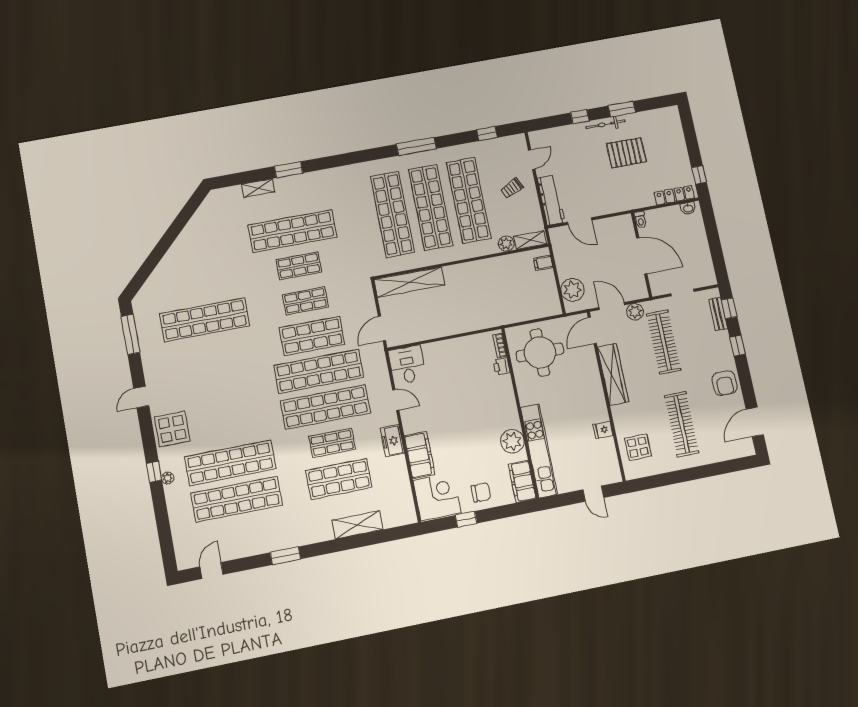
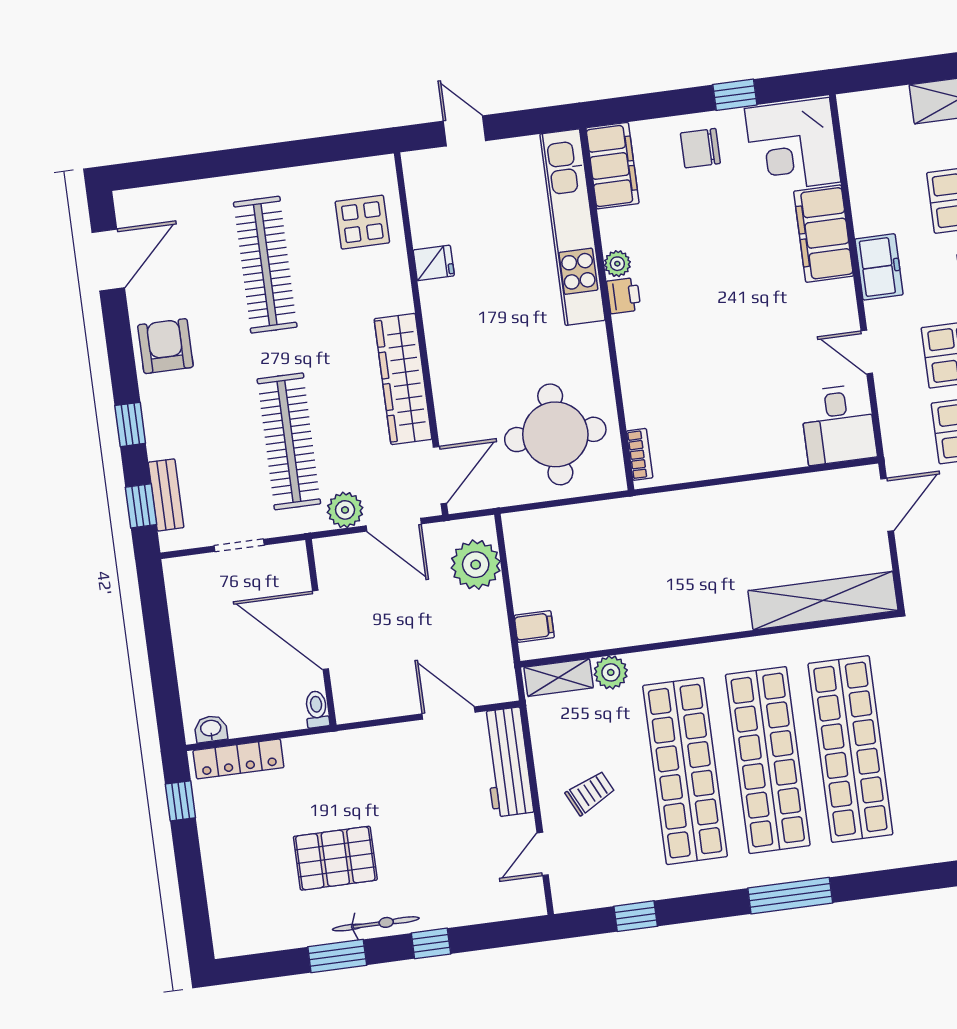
printer: (502, 366) -> (624, 296), moved
plant: (512, 441) -> (617, 264), width x0.53, depth x0.53

